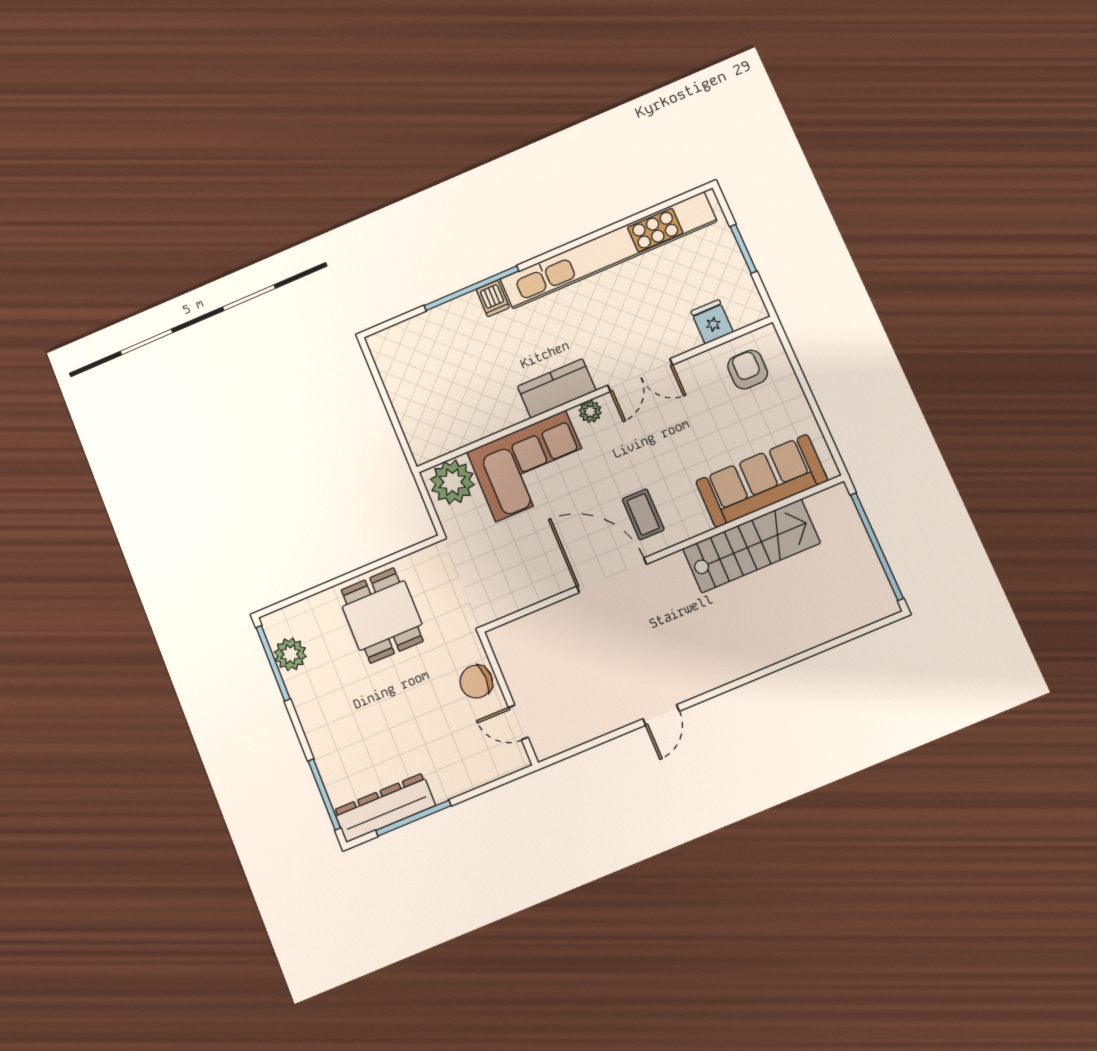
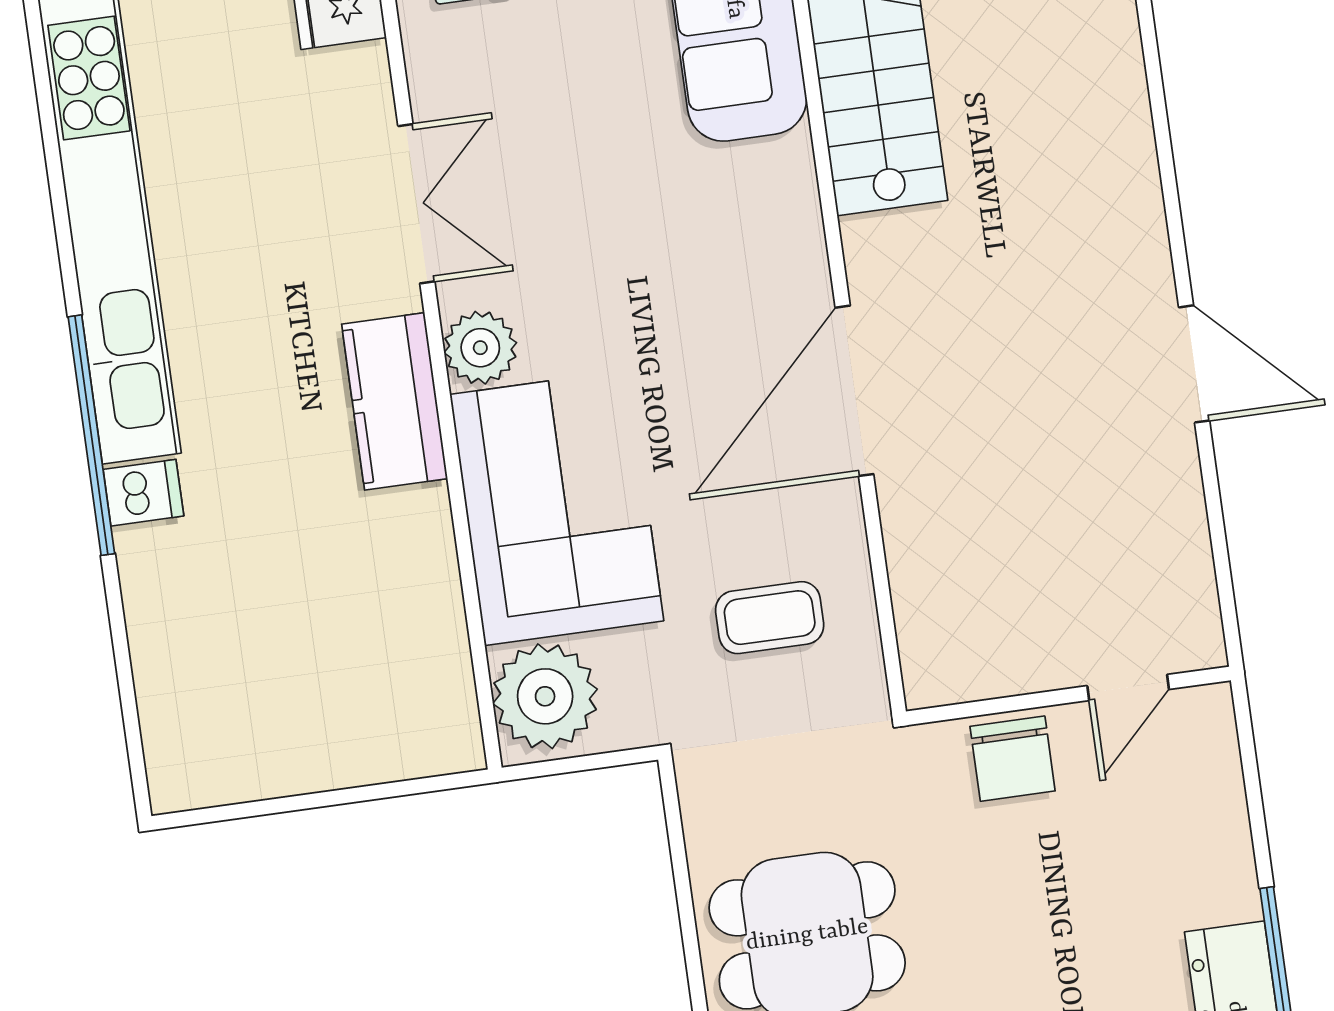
window: (471, 288) -> (91, 435), moved
plant: (590, 412) -> (480, 348), width x1.38, depth x1.38
coffee table: (643, 514) -> (770, 618), moved
door: (661, 715) -> (1194, 364), width x1.38

